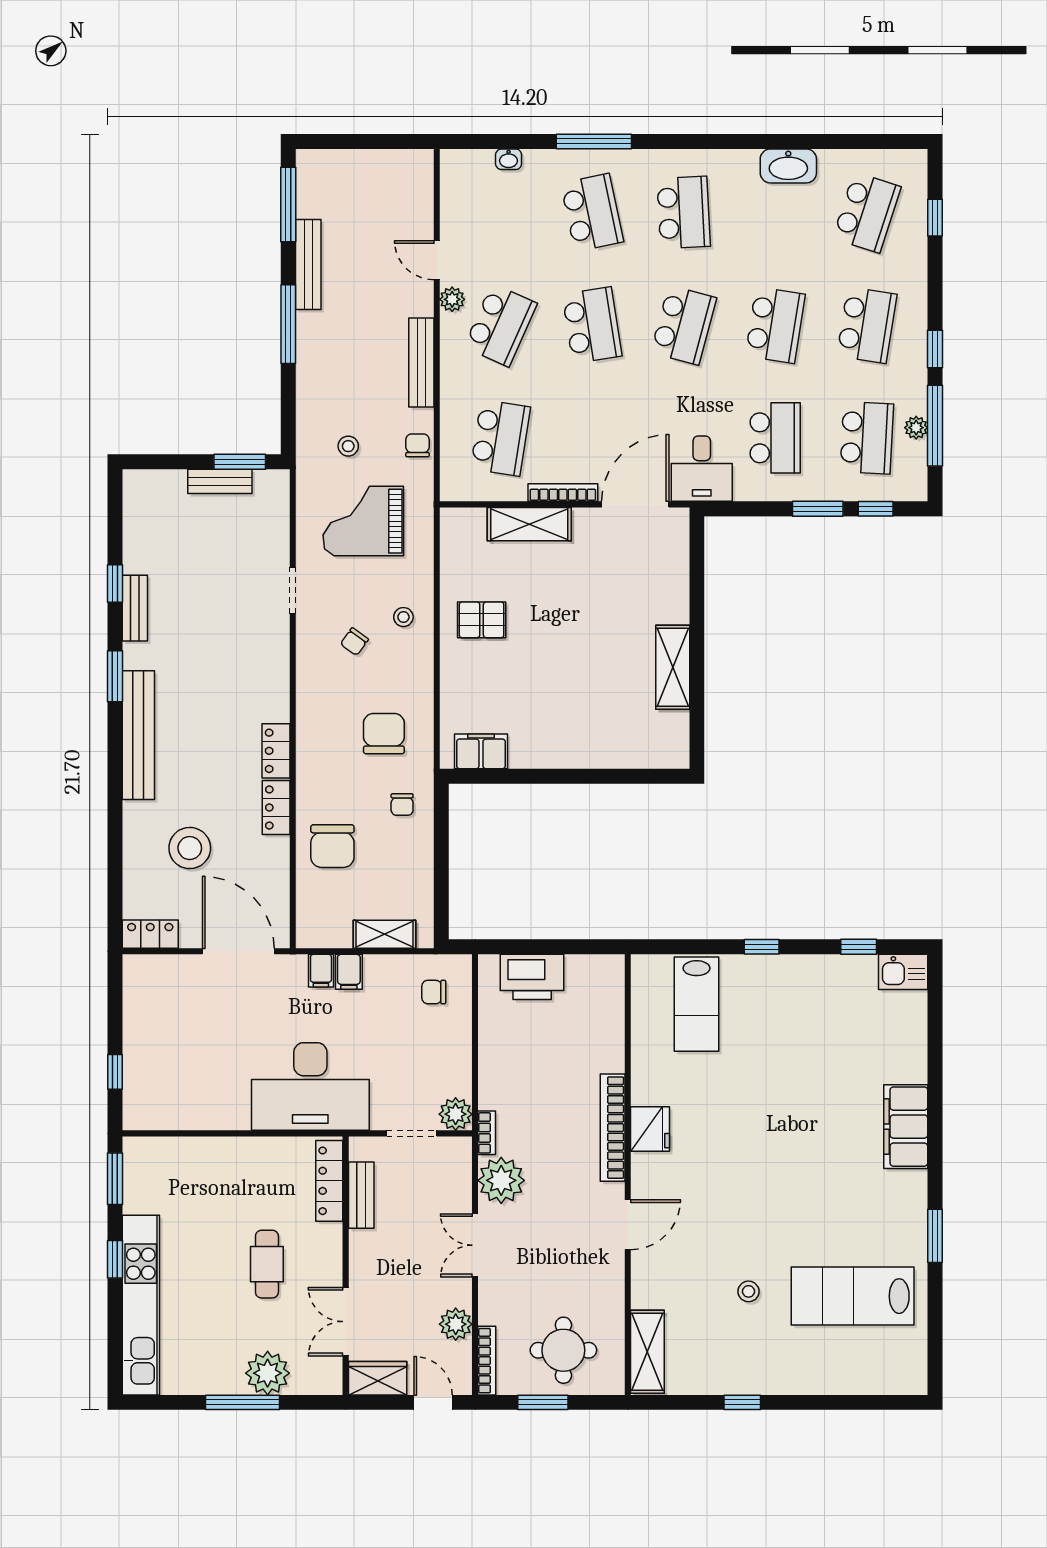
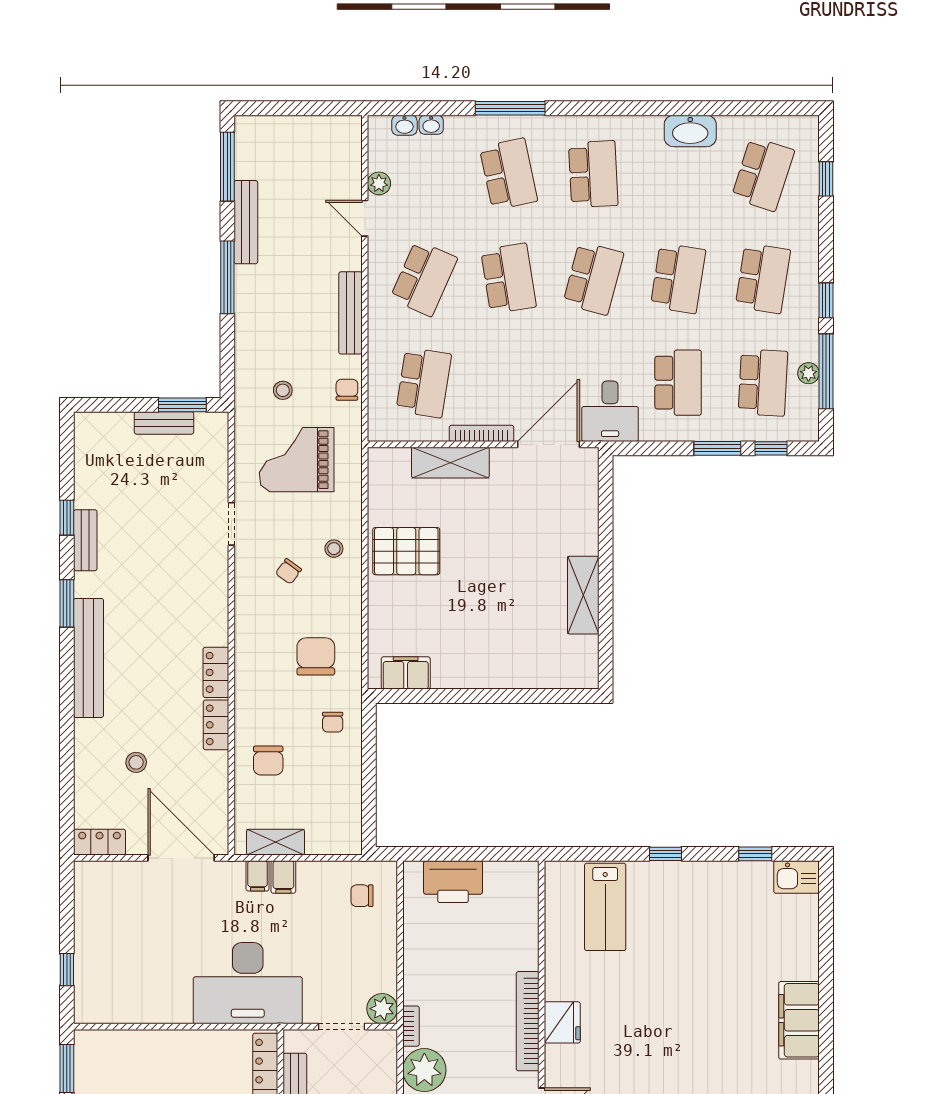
washbasin: (480, 160) -> (404, 125), added
plant: (452, 299) -> (379, 183), moved
pallet: (482, 620) -> (406, 551), width x1.50, depth x1.42
chair: (332, 846) -> (268, 761), width x0.73, depth x0.73
stool: (190, 848) -> (136, 762), width x0.53, depth x0.53
shelving: (385, 934) -> (276, 842), moved

